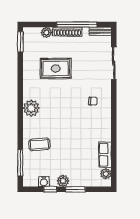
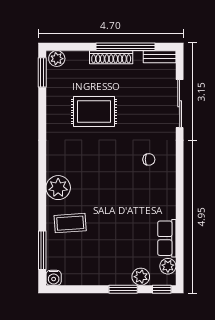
plant: (46, 32) -> (57, 59), moved
plant: (31, 108) -> (58, 188), moved
plant: (63, 181) -> (141, 277), moved
water cooler: (44, 182) -> (54, 278), moved
window: (50, 189) -> (162, 289), moved

